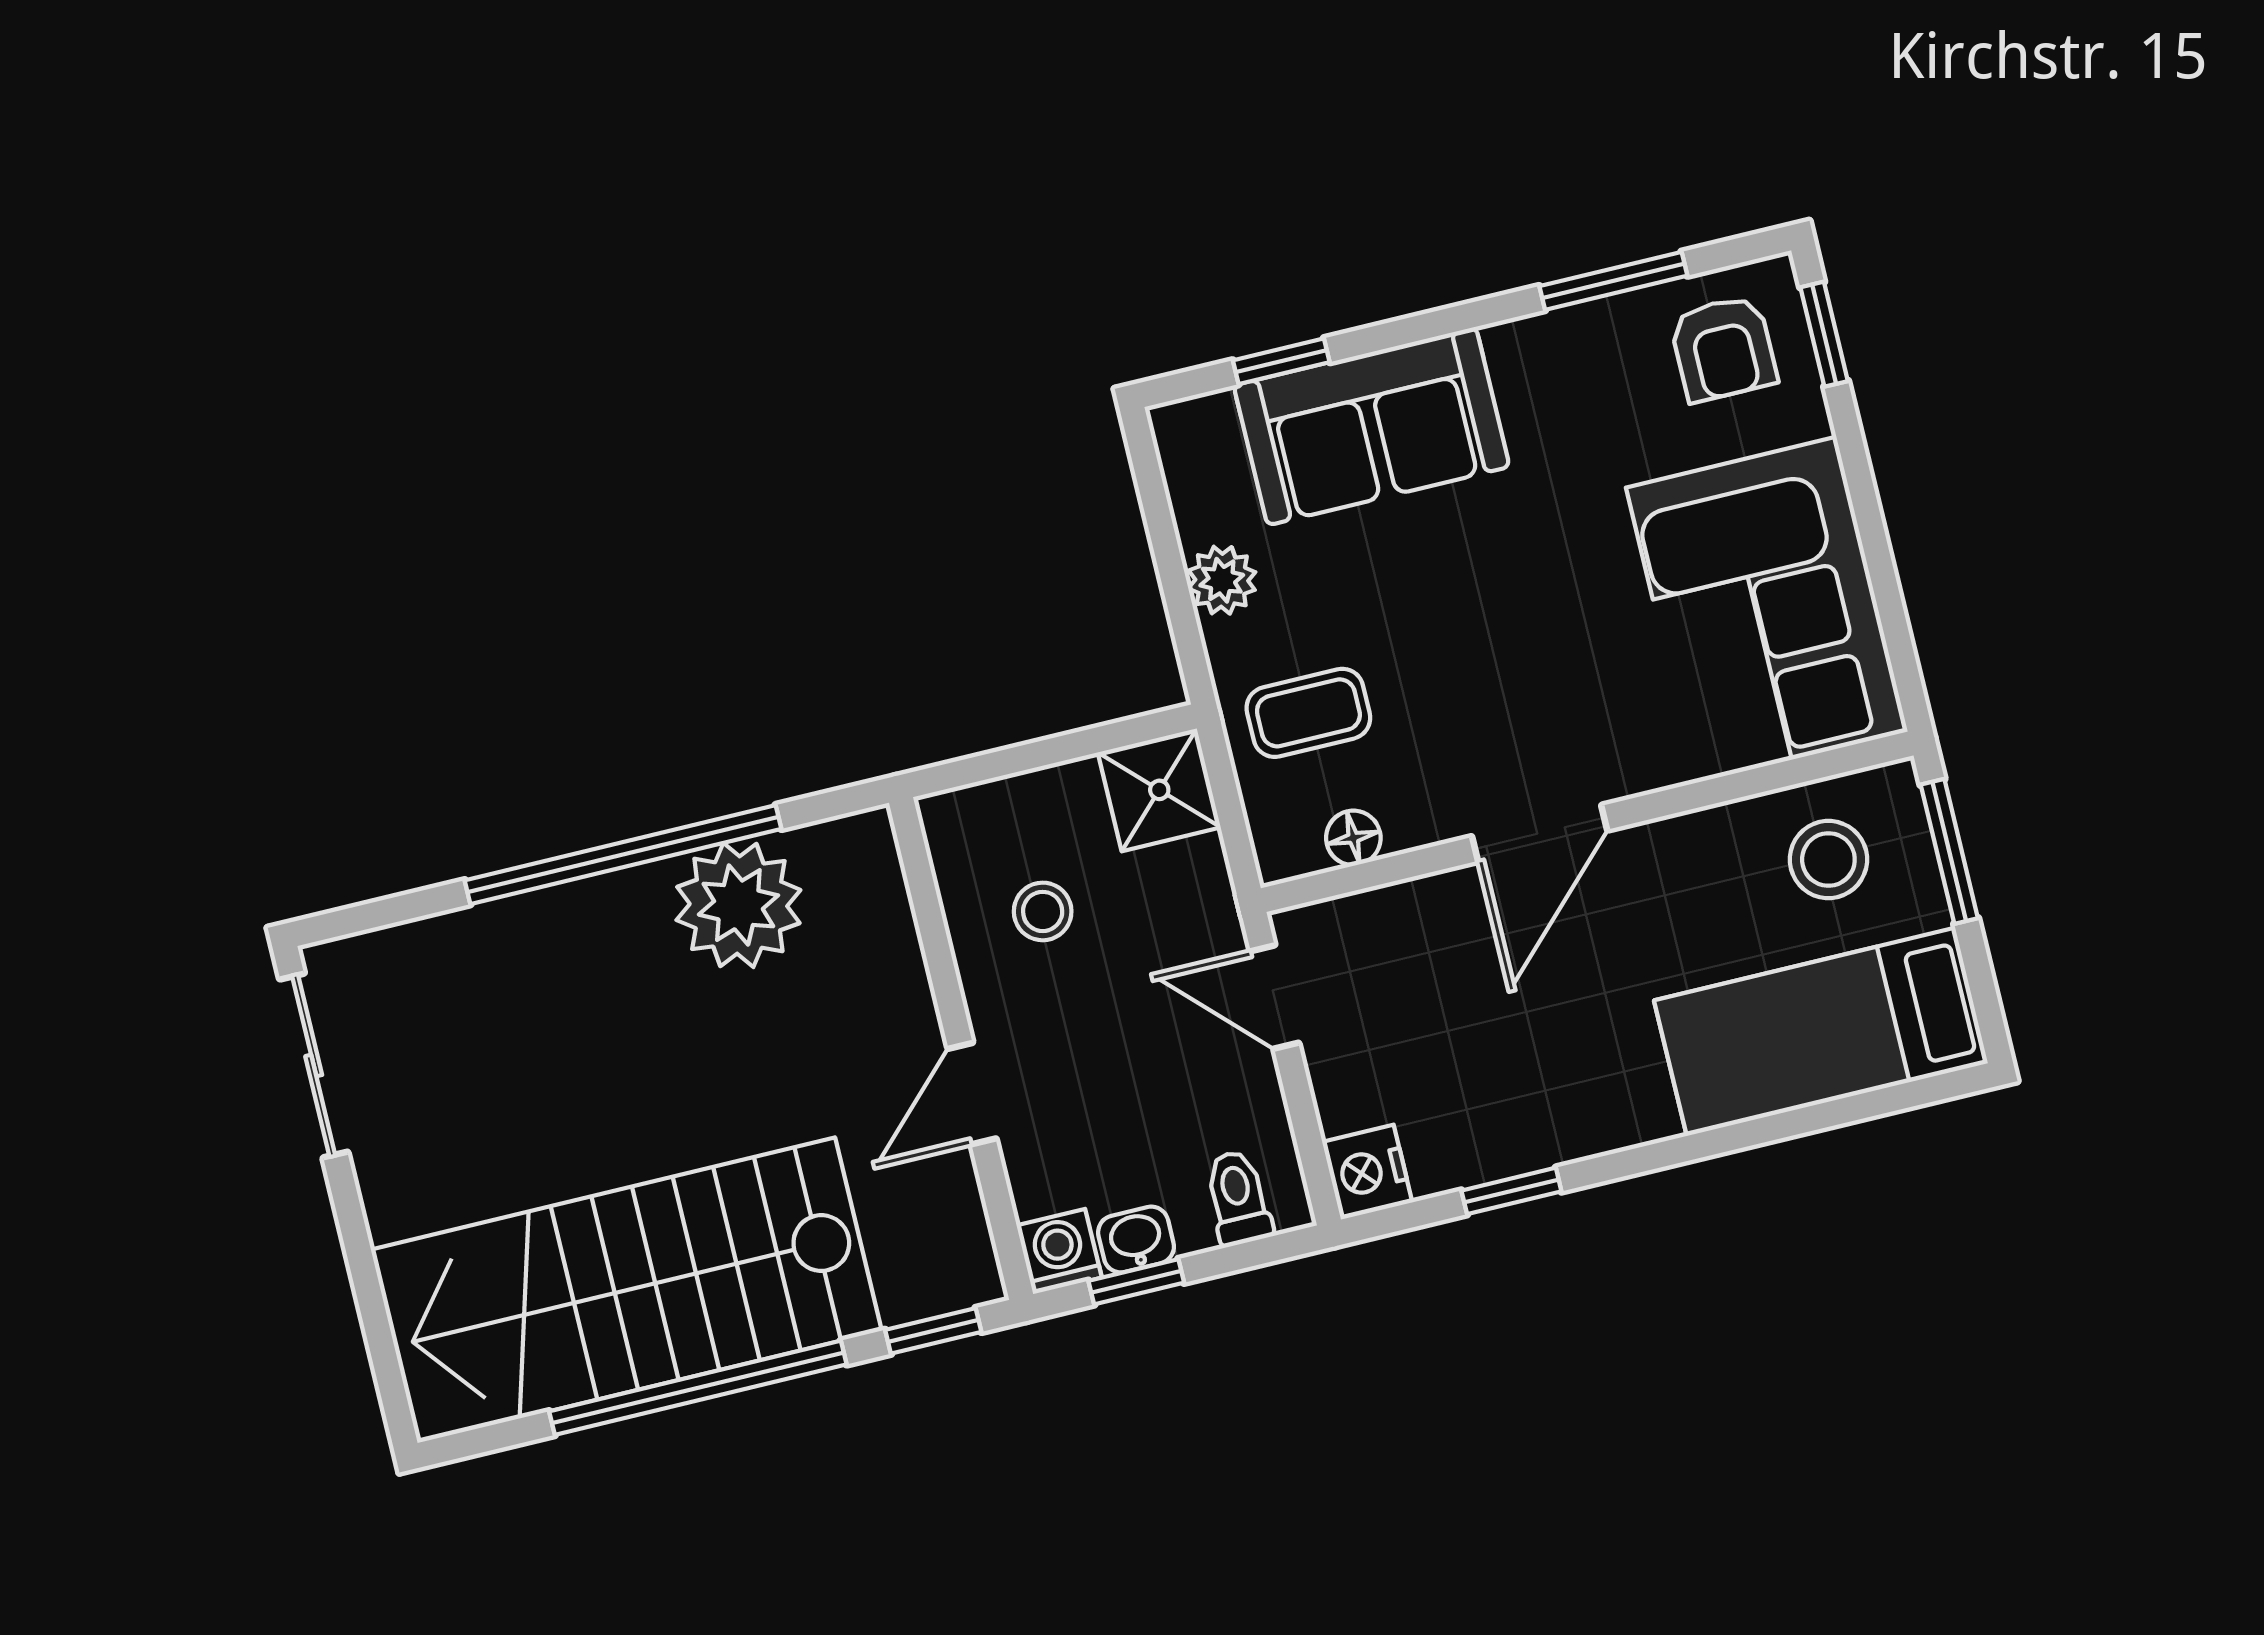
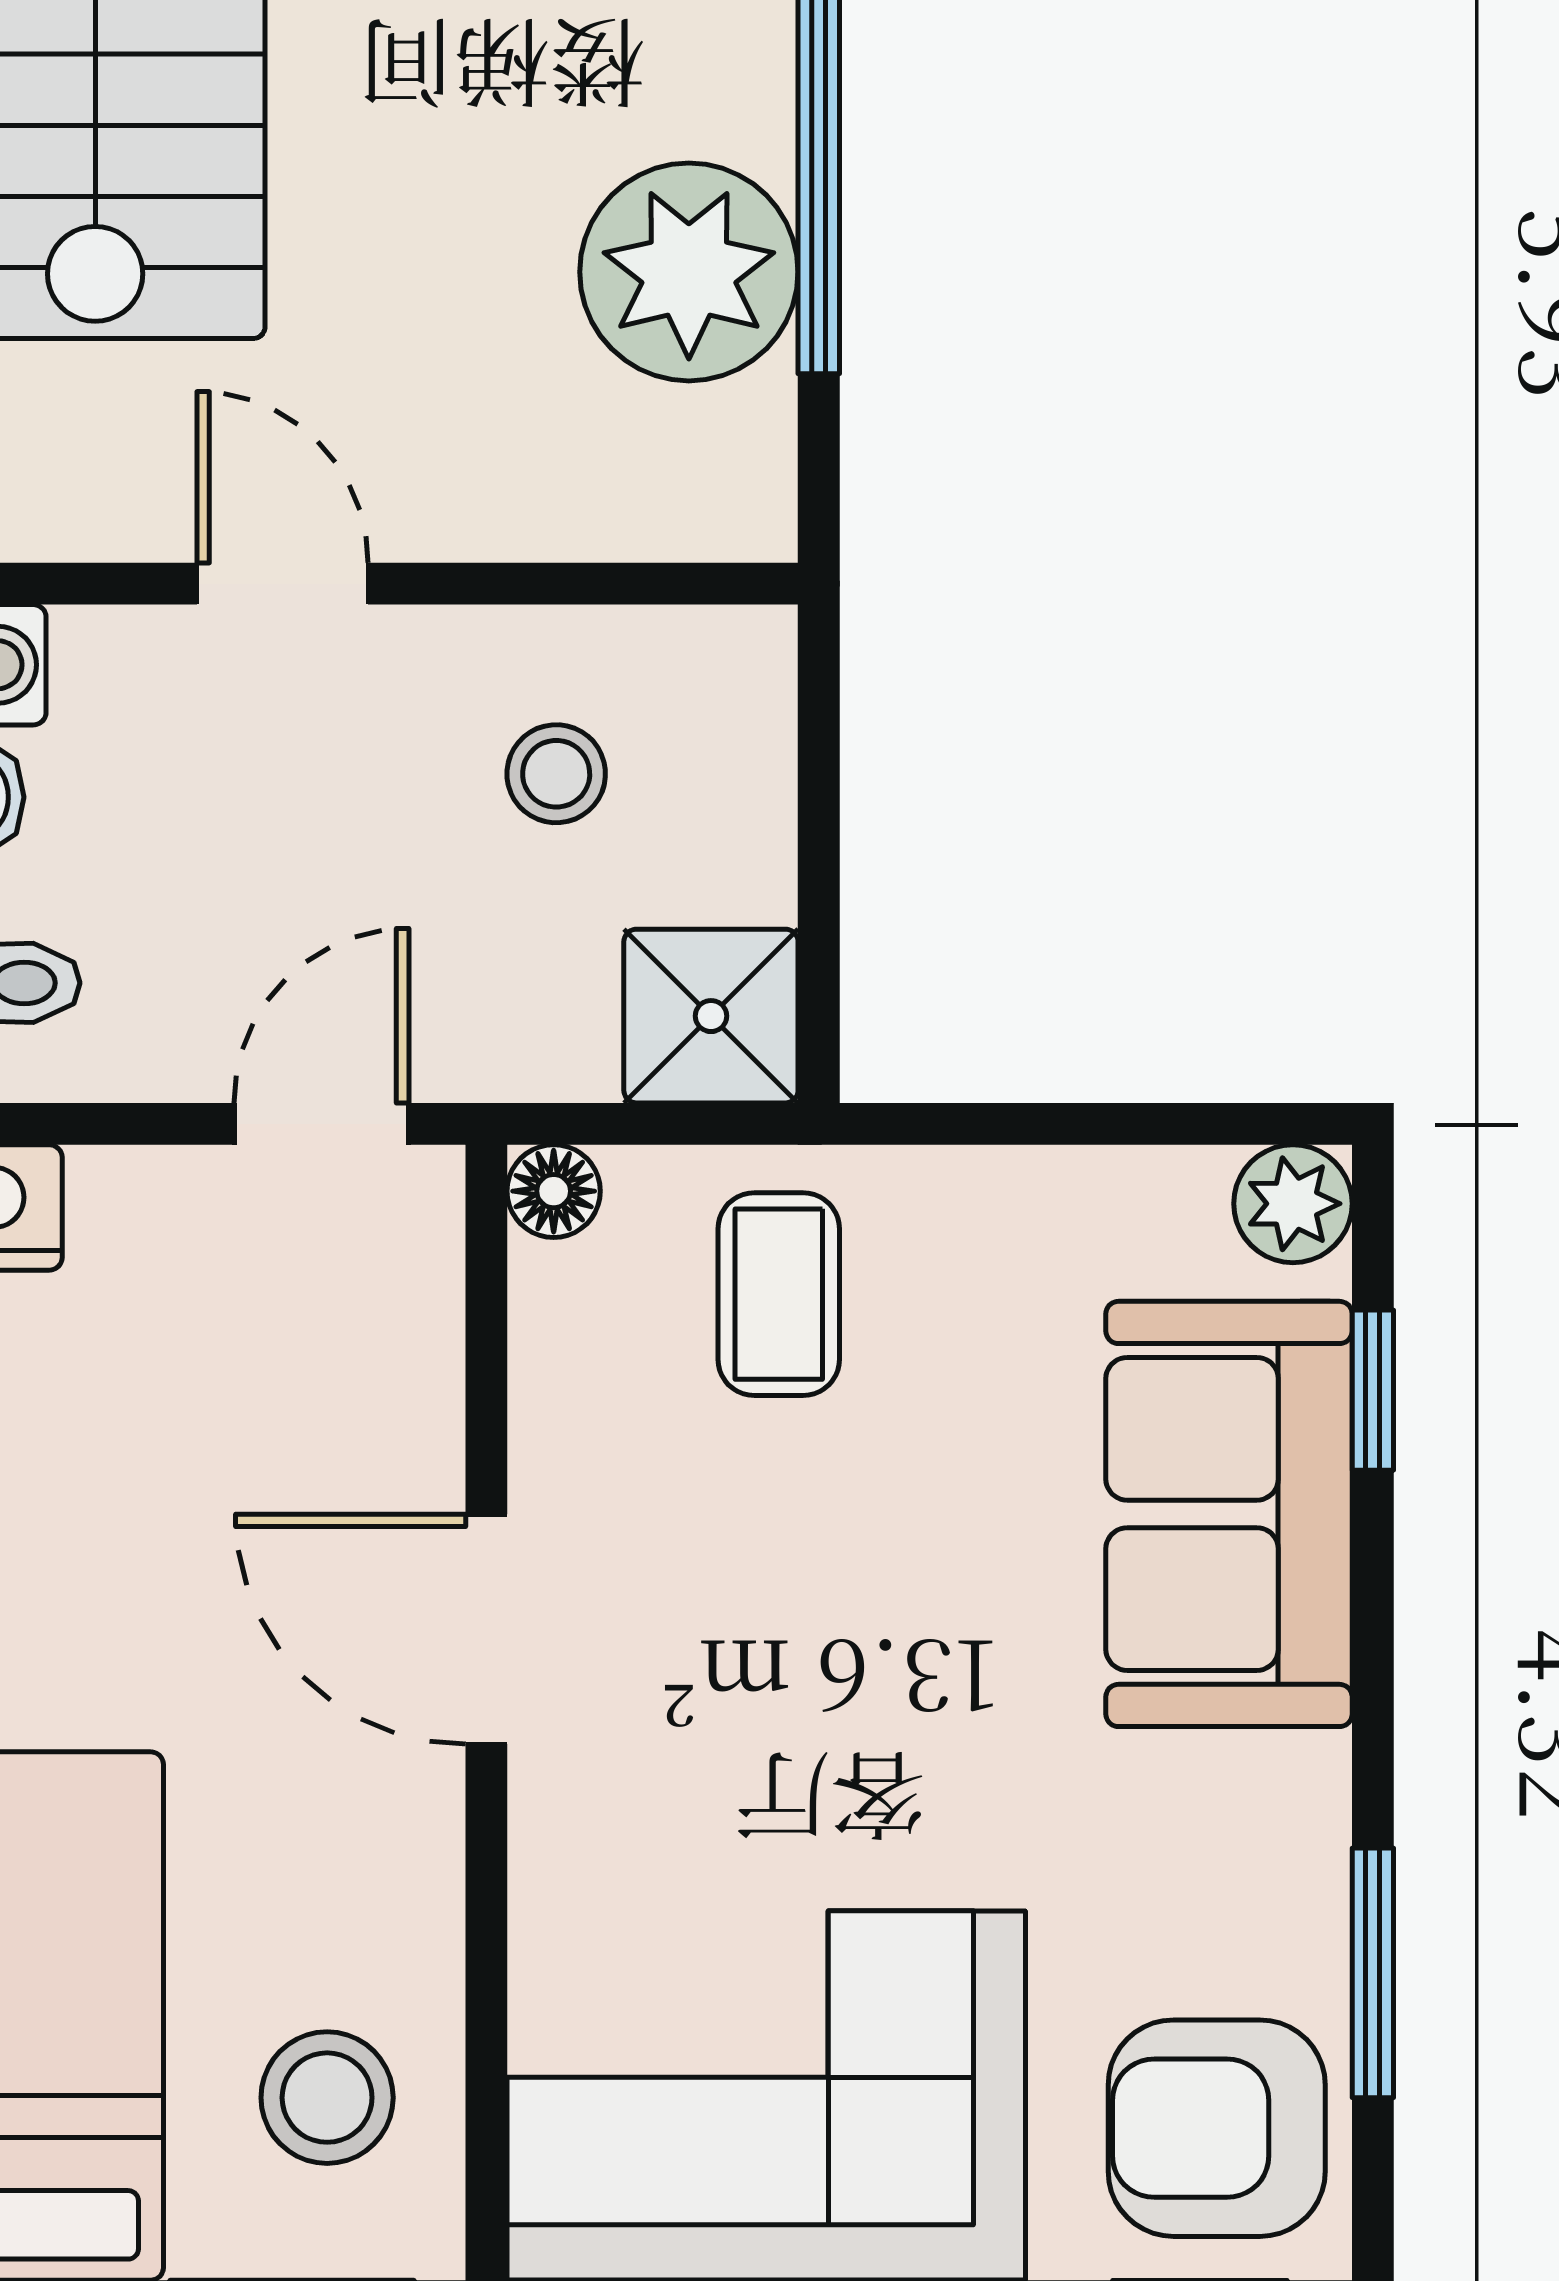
armchair: (1723, 348) -> (1217, 2128), width x1.38, depth x1.38
plant: (1222, 580) -> (1293, 1204), moved
floor lamp: (1353, 838) -> (554, 1191), moved

